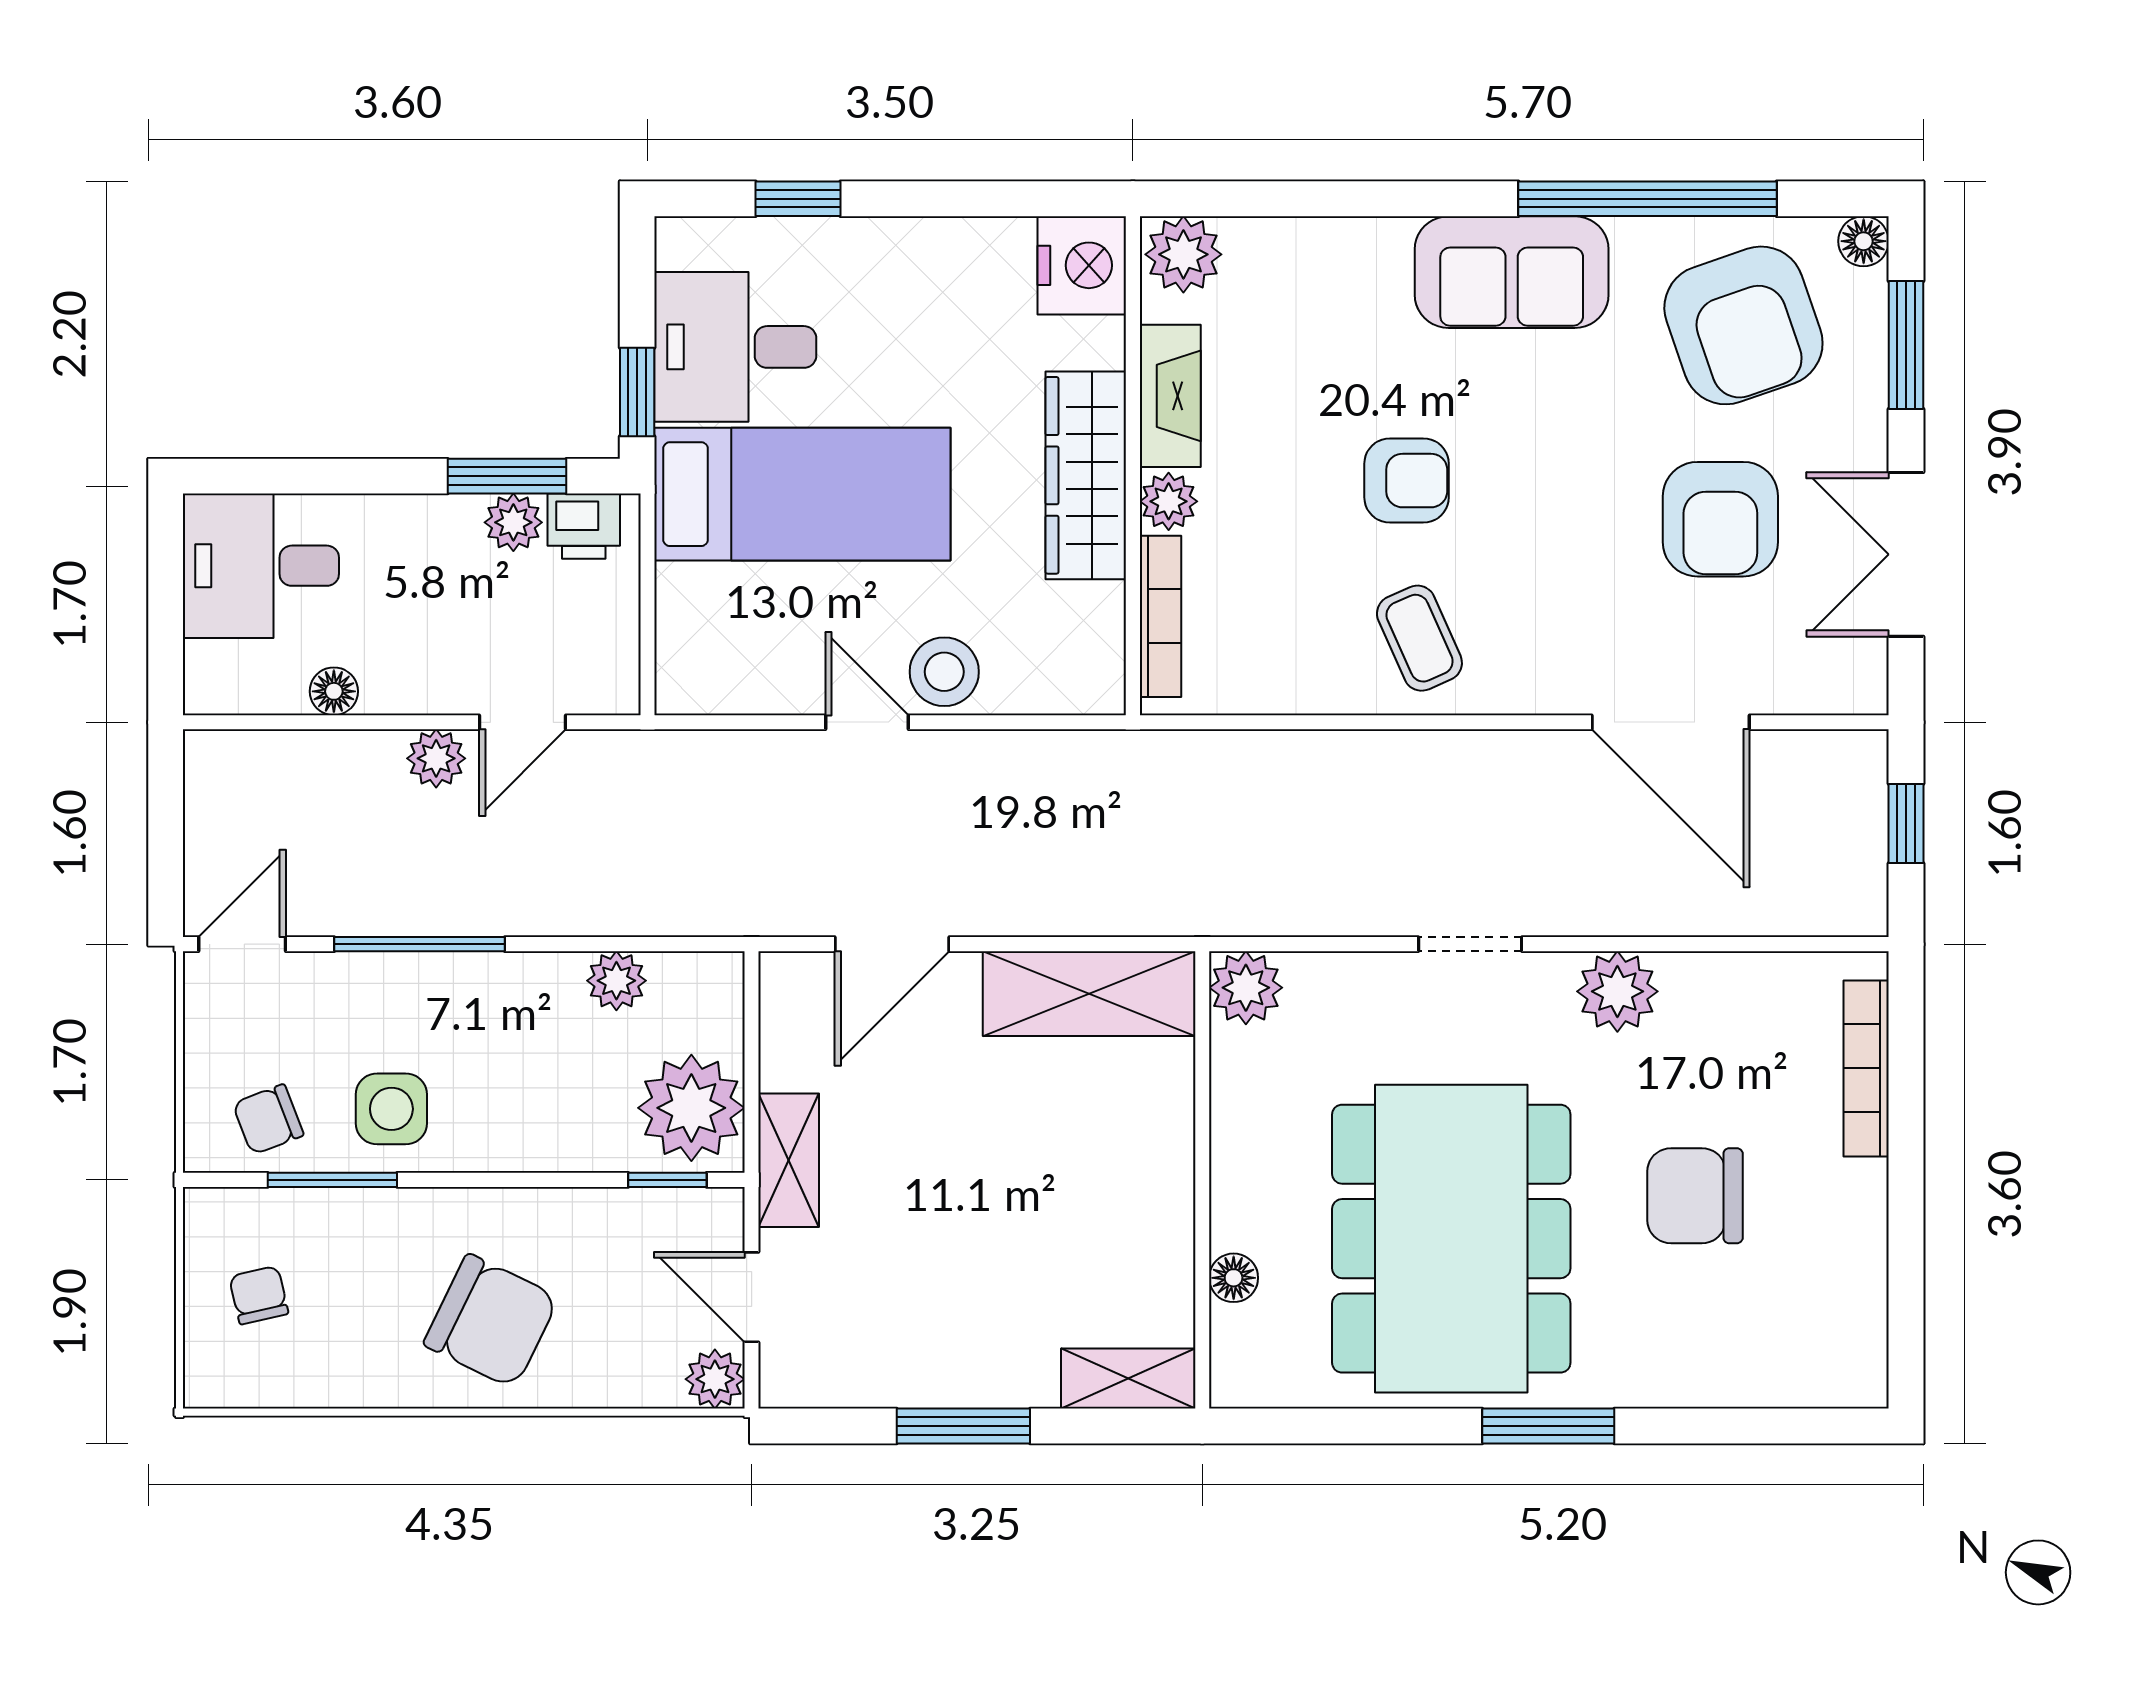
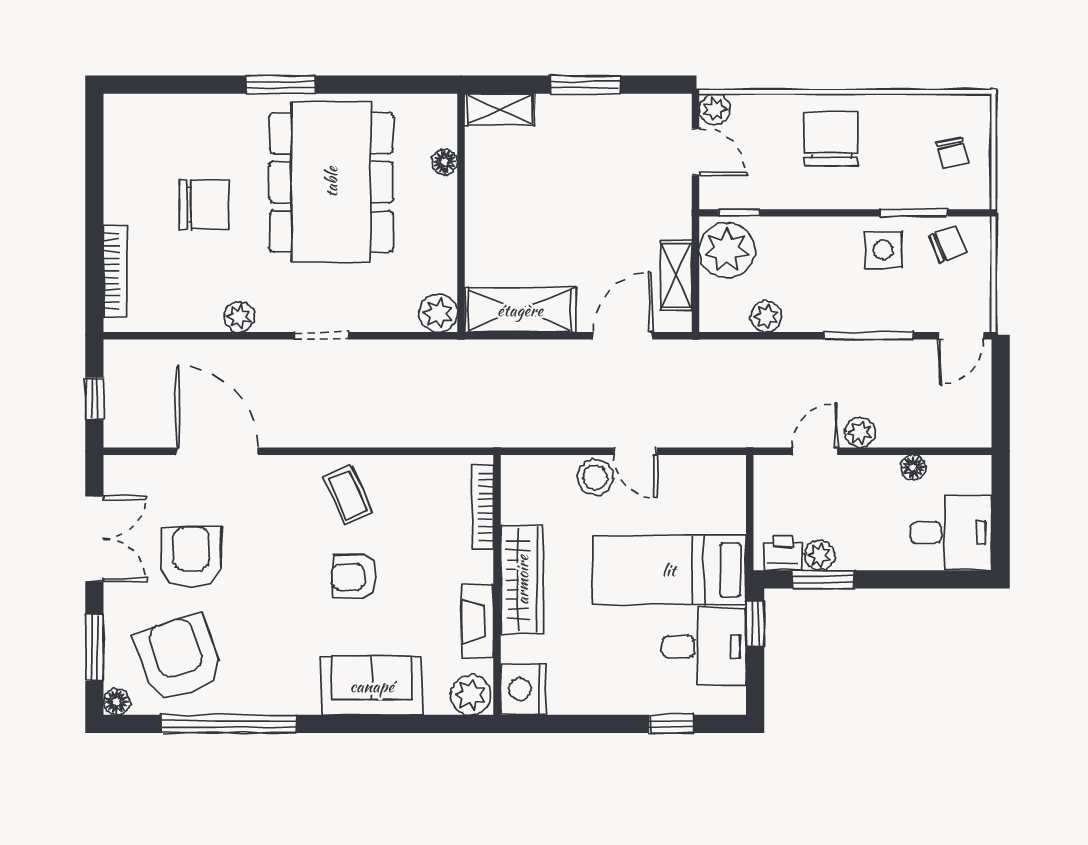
sofa: (1512, 272) -> (372, 686), moved
plant: (1169, 501) -> (478, 566), removed
plant: (1617, 991) -> (239, 317), width x0.73, depth x0.73
shelving: (789, 1160) -> (676, 276), moved
chair: (491, 1321) -> (831, 139), turned 64

